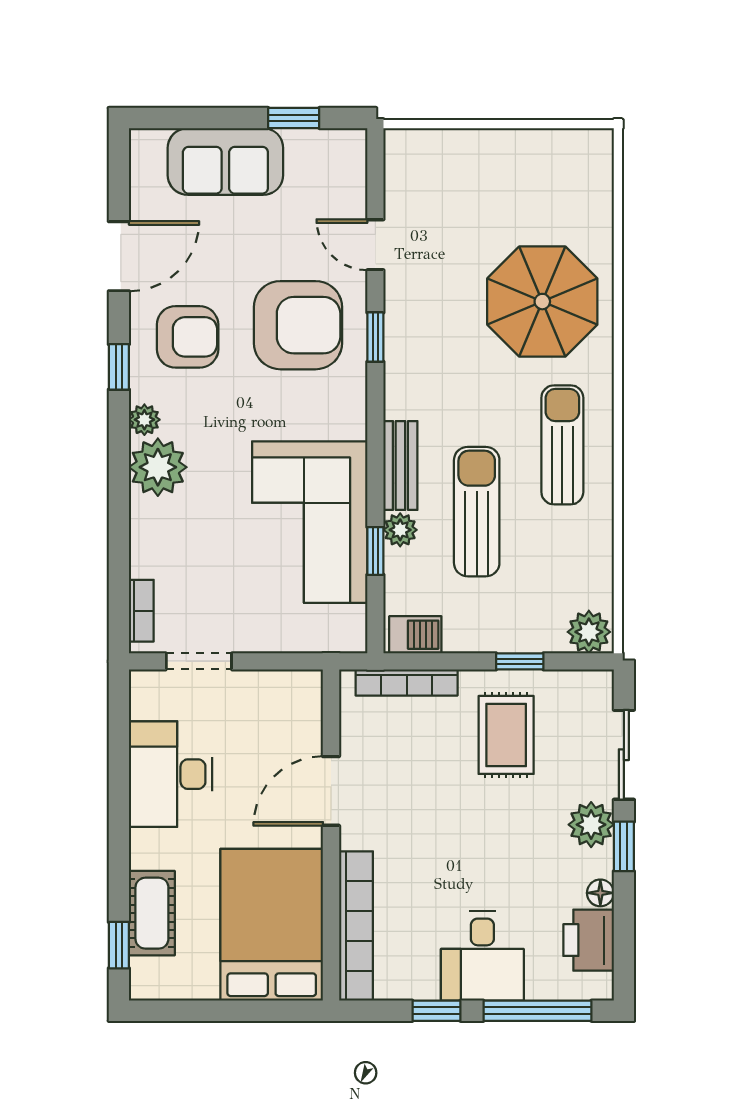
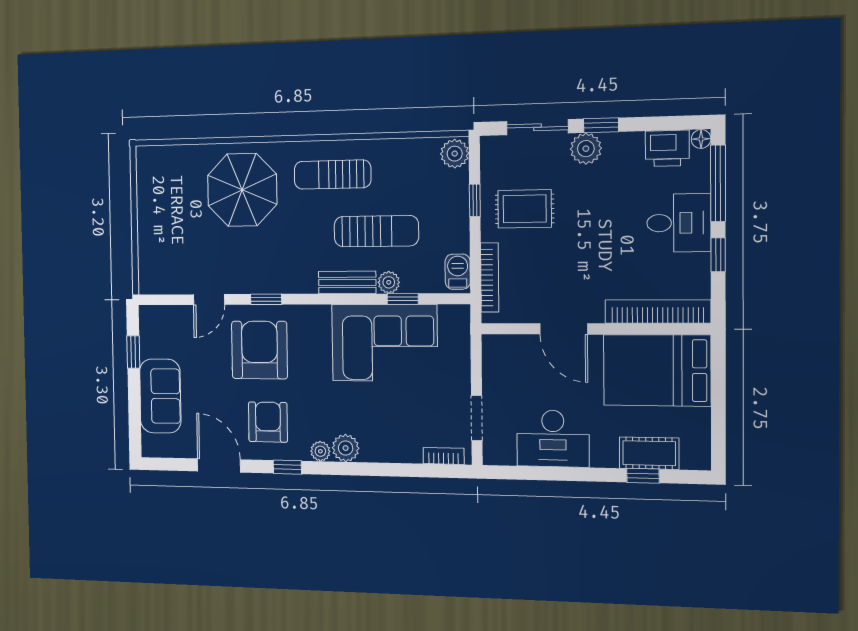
plant: (158, 467) -> (346, 448), width x0.73, depth x0.73
sun lounger: (477, 512) -> (376, 231), turned 180
floor lamp: (600, 893) -> (701, 139), moved
window: (119, 945) -> (643, 476), moved

